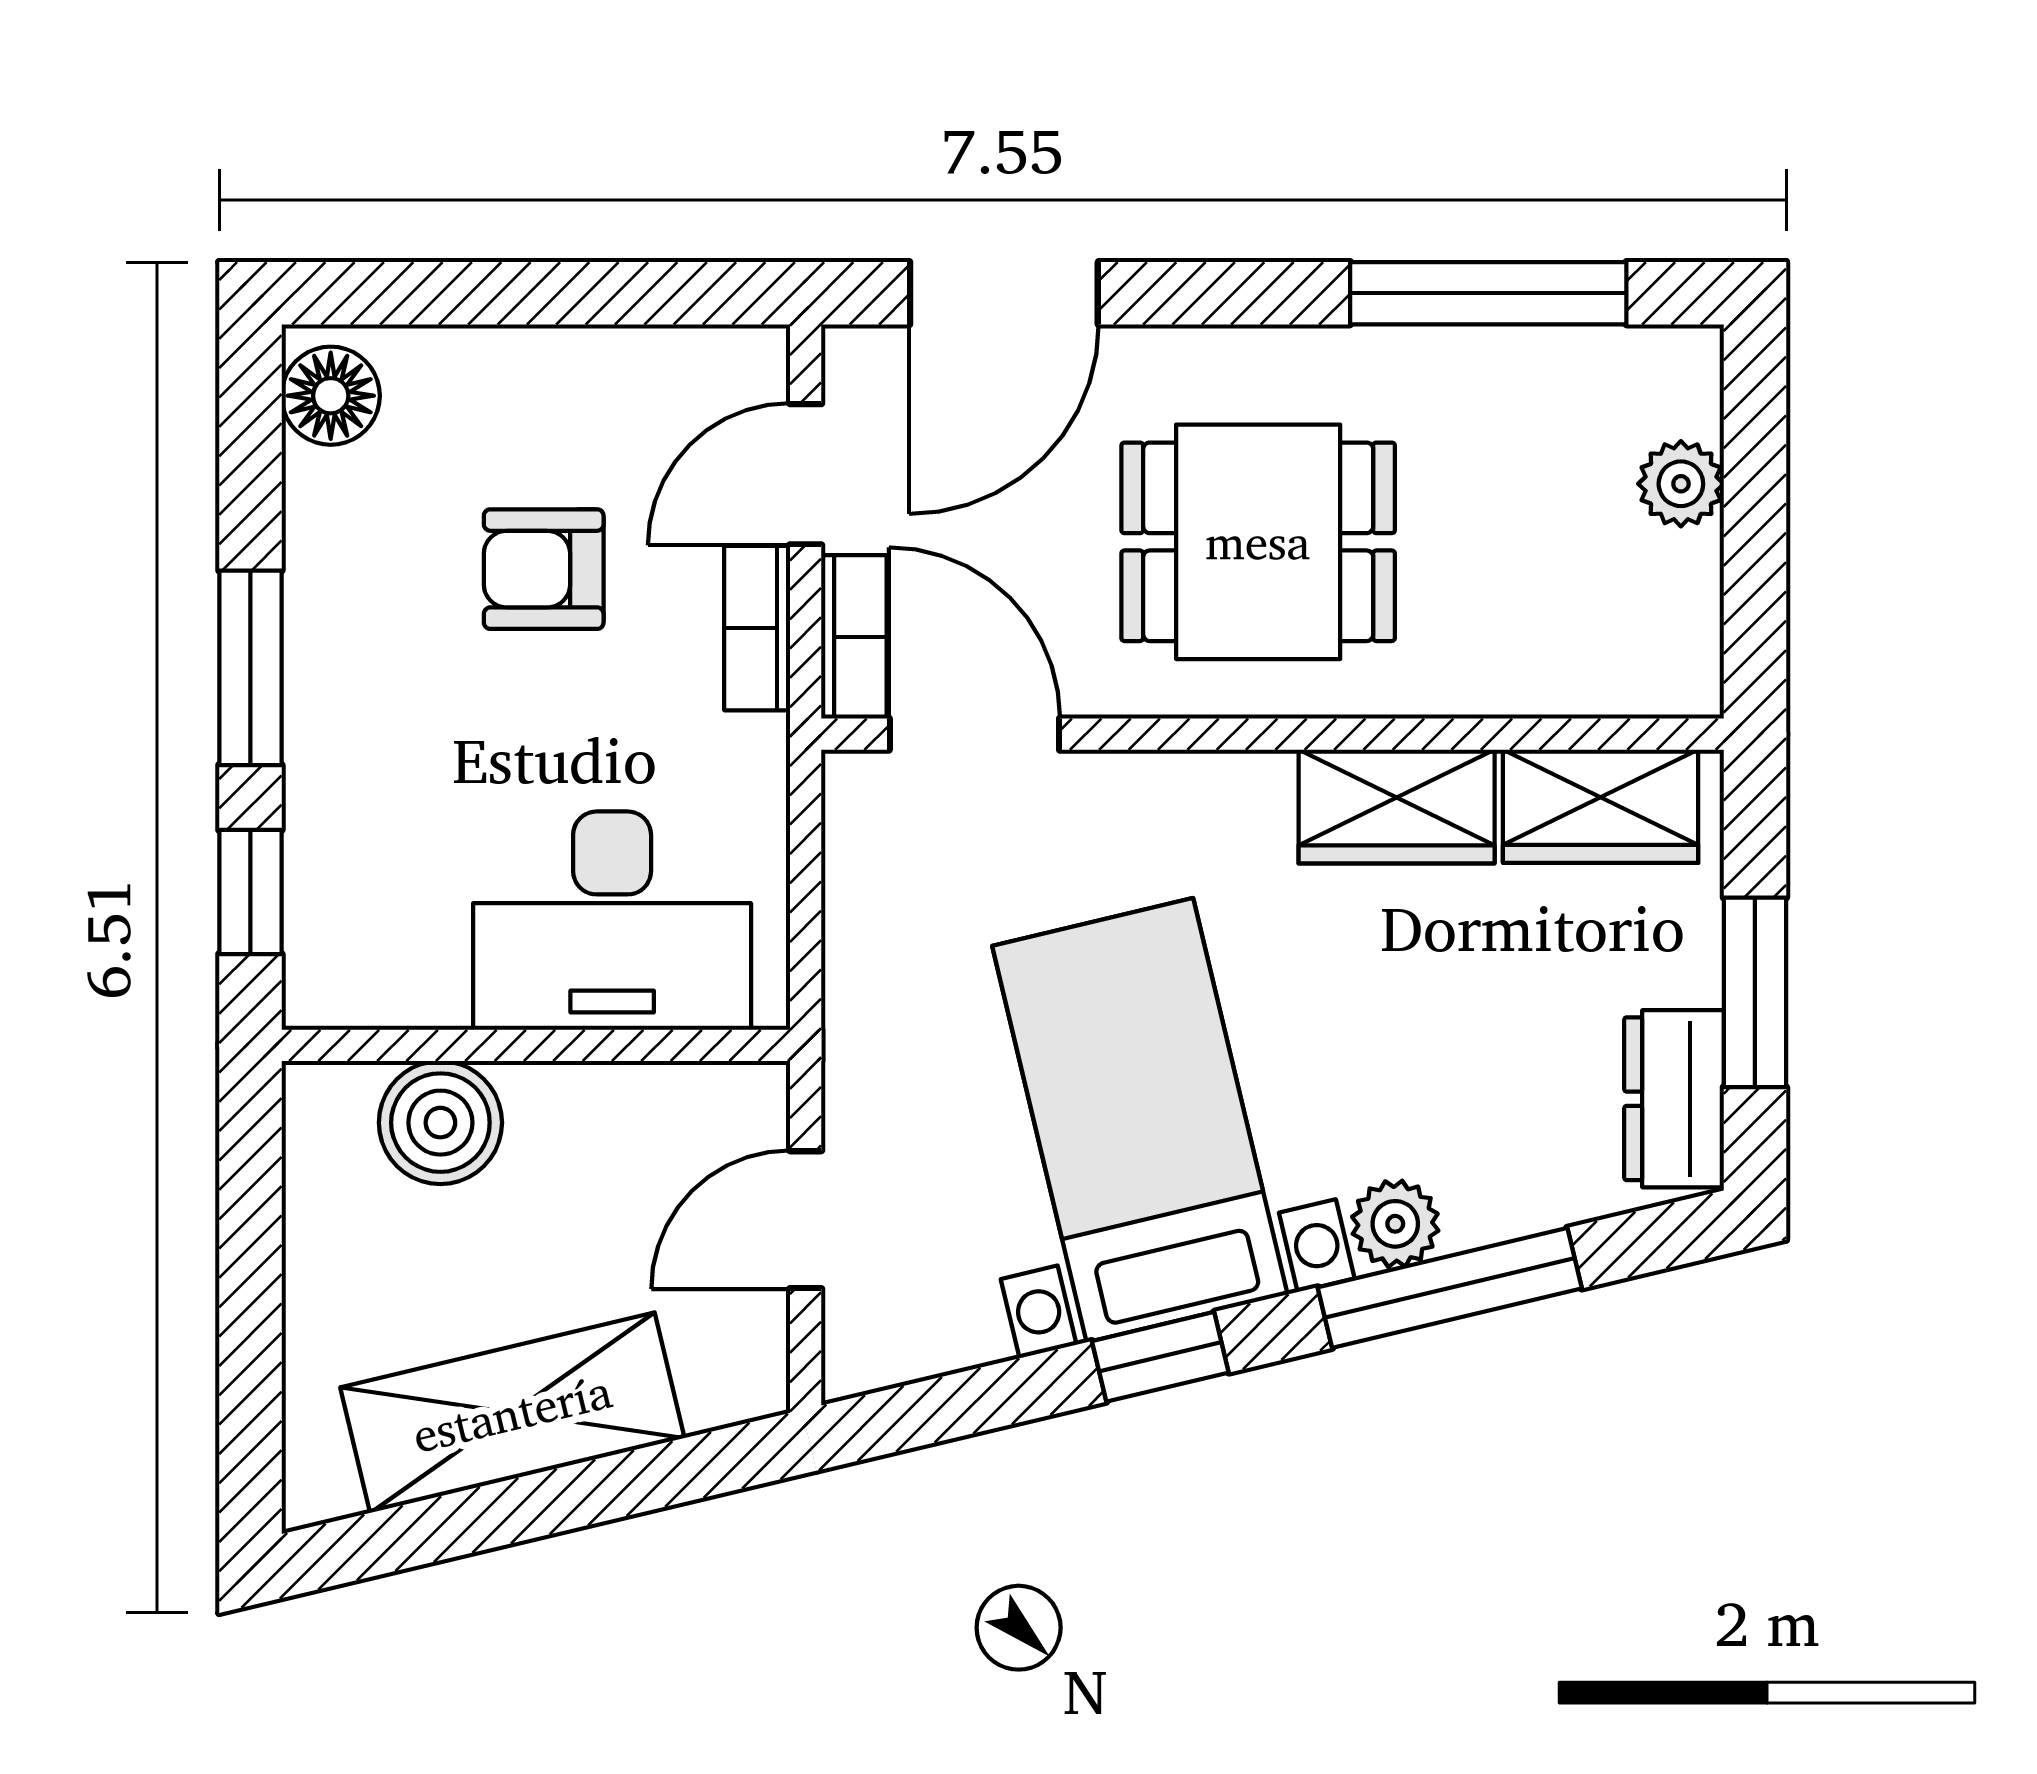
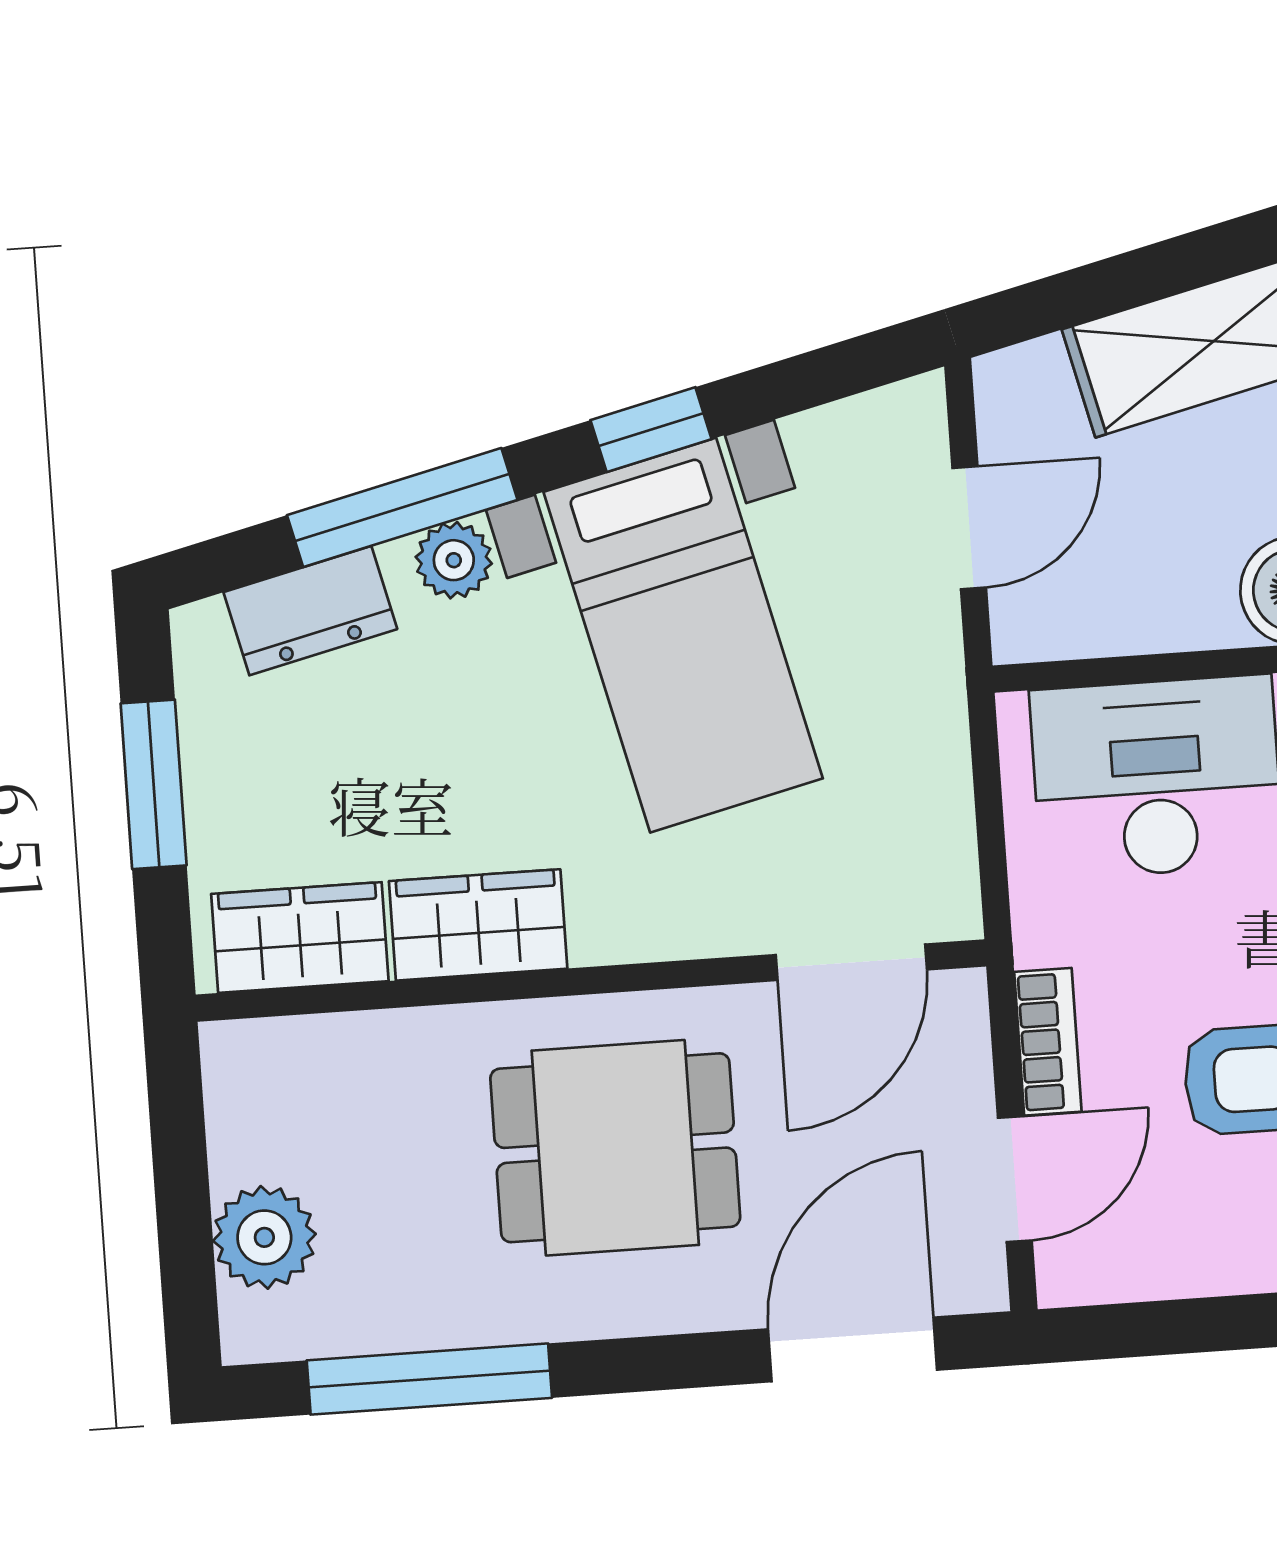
plant: (1681, 484) -> (264, 1237), width x1.38, depth x1.38
bookcase: (854, 637) -> (963, 1040), removed
door: (974, 734) -> (851, 962), hinge flipped
dresser: (1674, 1099) -> (310, 611), moved, turned 77

